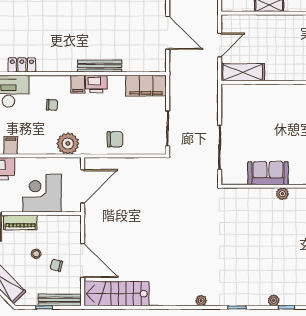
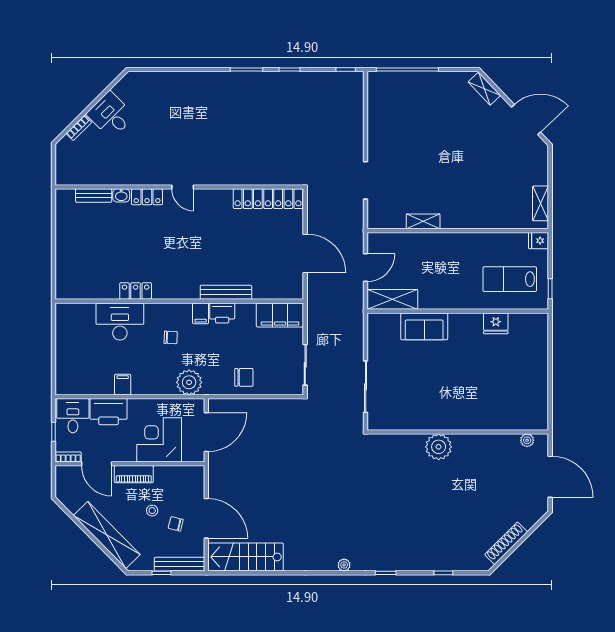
sofa: (268, 173) -> (424, 326), moved, turned 180
plant: (282, 194) -> (439, 447), width x1.87, depth x1.87
plant: (274, 300) -> (428, 565), removed

